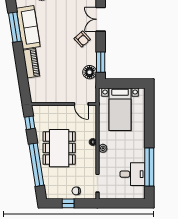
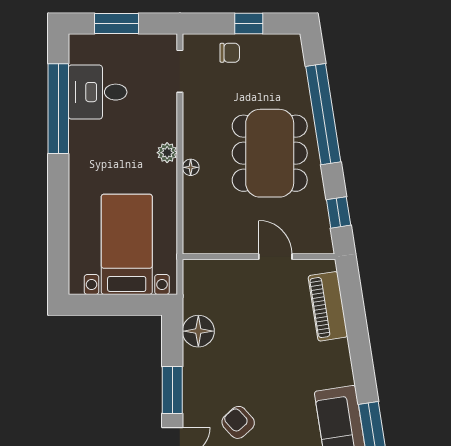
armchair: (82, 39) -> (238, 422), moved
window: (101, 62) -> (172, 390), moved
piano: (31, 63) -> (328, 306), moved
door: (81, 104) -> (275, 257), moved
window: (124, 203) -> (116, 23), added

